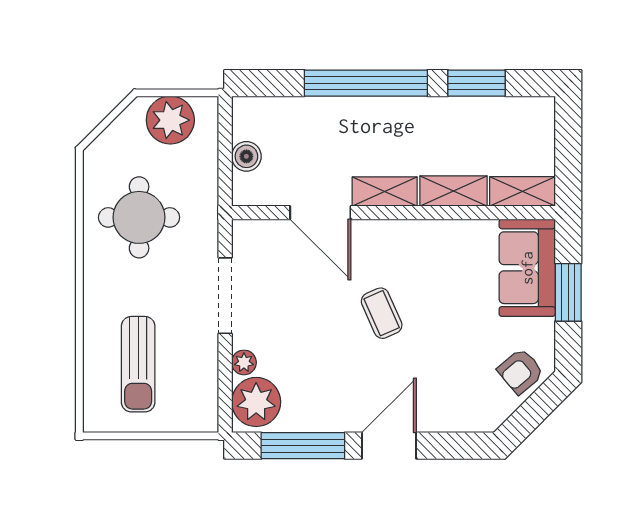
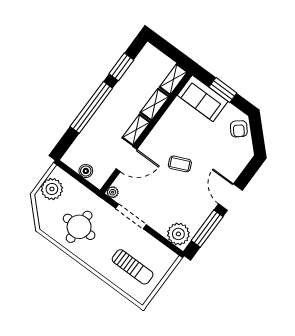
plant: (244, 362) -> (113, 192), moved

